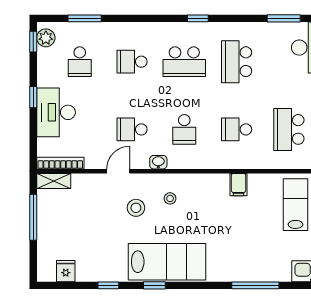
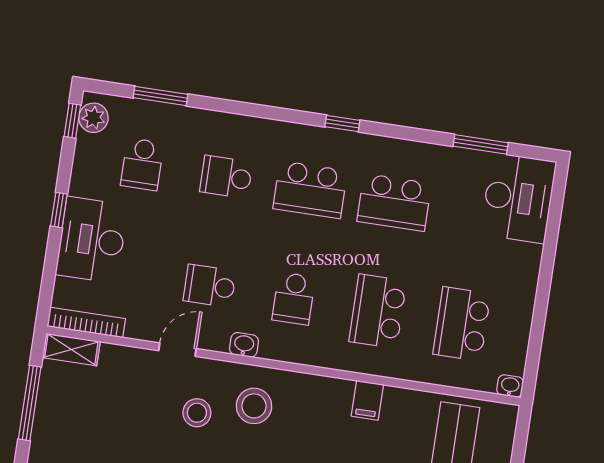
school desk: (237, 62) -> (394, 202), turned -90
school desk: (237, 129) -> (378, 311), width x1.85
stool: (170, 198) -> (254, 406), width x1.89, depth x1.89

